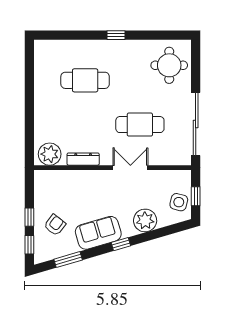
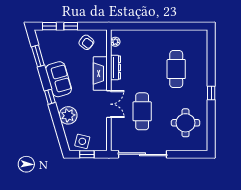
round table: (169, 65) -> (186, 123), moved
plant: (50, 154) -> (115, 42), width x0.53, depth x0.53
fireplace: (91, 179) -> (100, 74), added
armchair: (55, 225) -> (86, 42), moved

